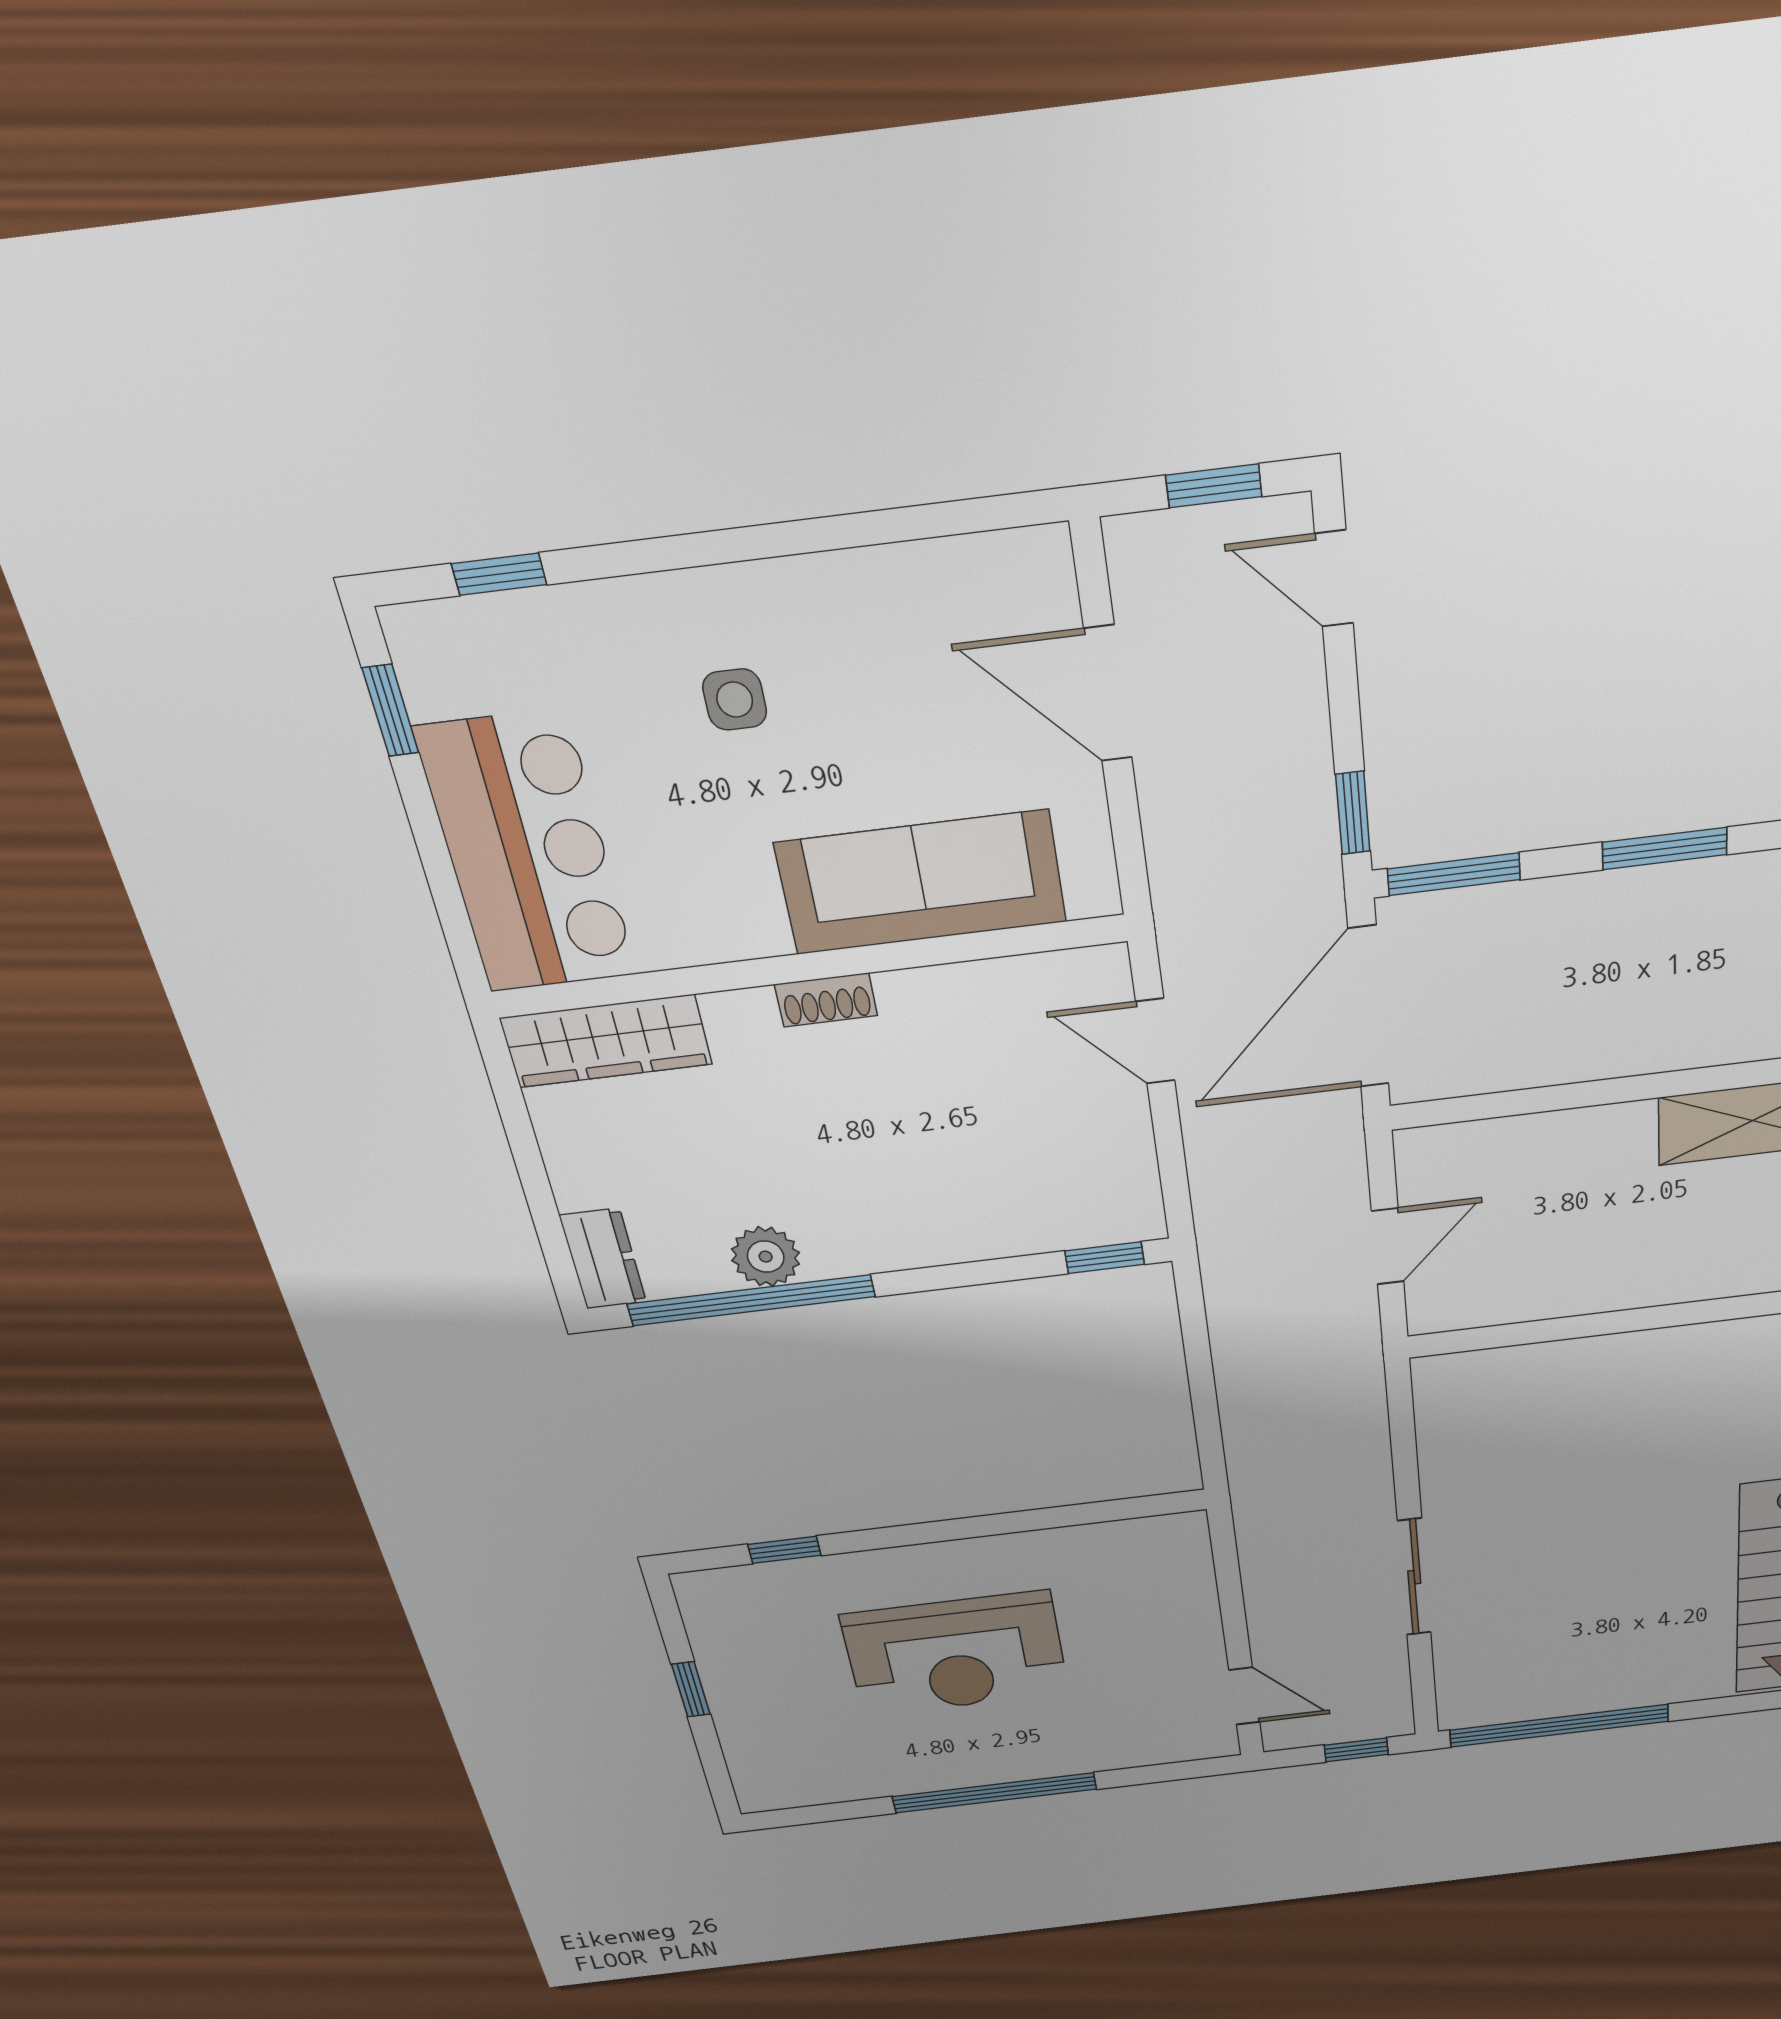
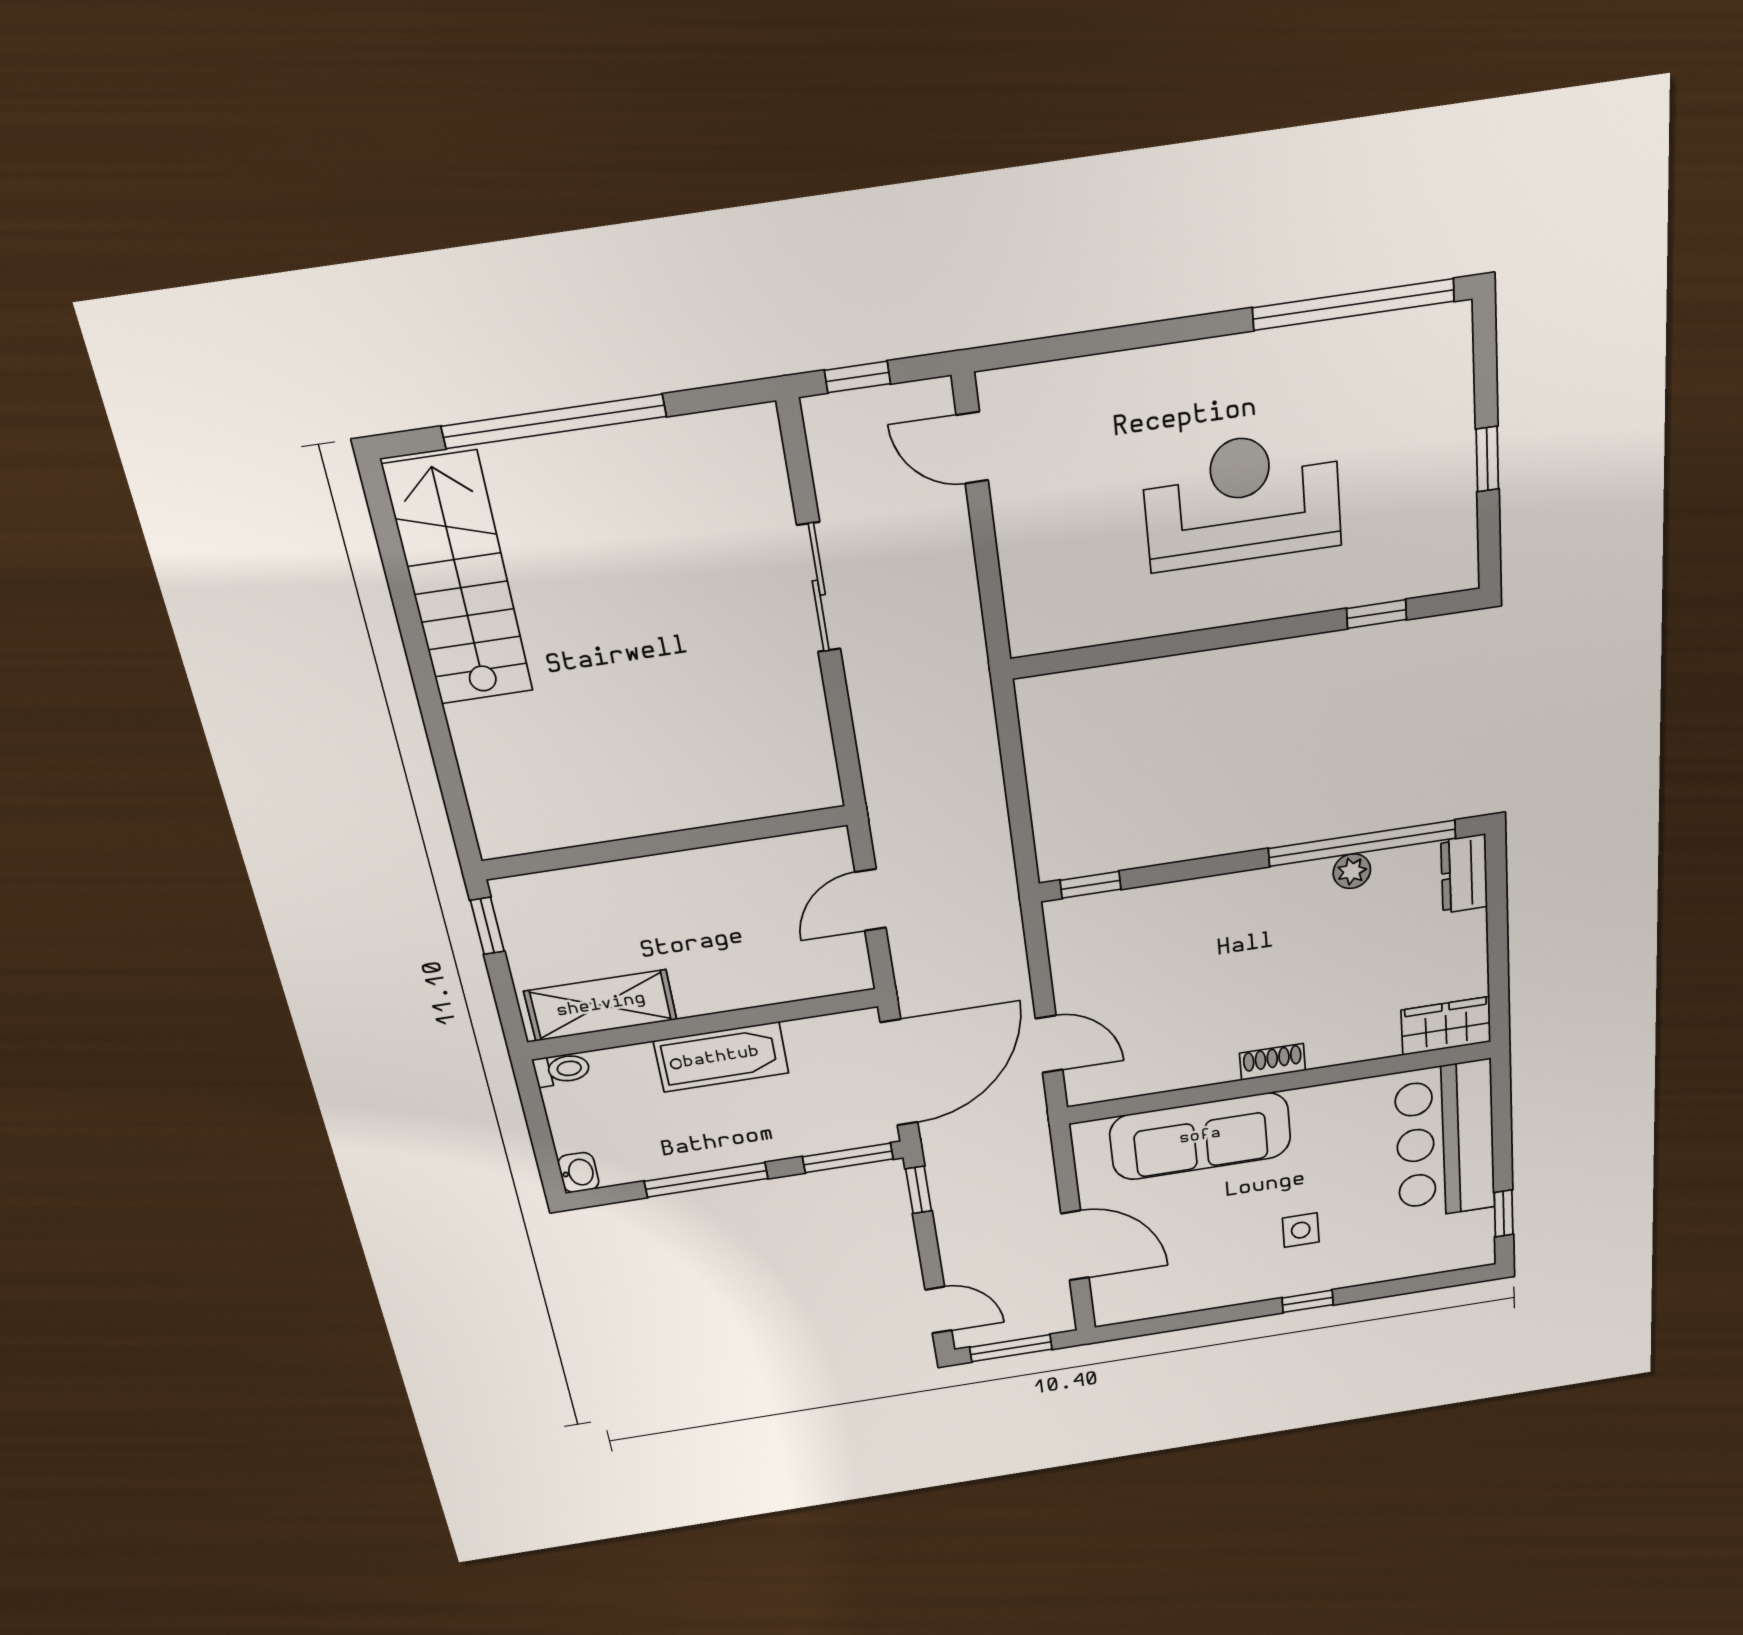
window: (1214, 486) -> (1011, 1348), width x1.50
window: (499, 574) -> (1308, 1301), moved
window: (1665, 848) -> (706, 1180), width x1.44
wardrobe: (606, 1041) -> (1446, 1026), width x0.67
bathtub: (1610, 1042) -> (721, 1057), added
plant: (766, 1257) -> (1352, 871), width x0.73, depth x0.73
window: (1559, 1726) -> (554, 421), moved
window: (995, 1793) -> (1354, 304), moved

